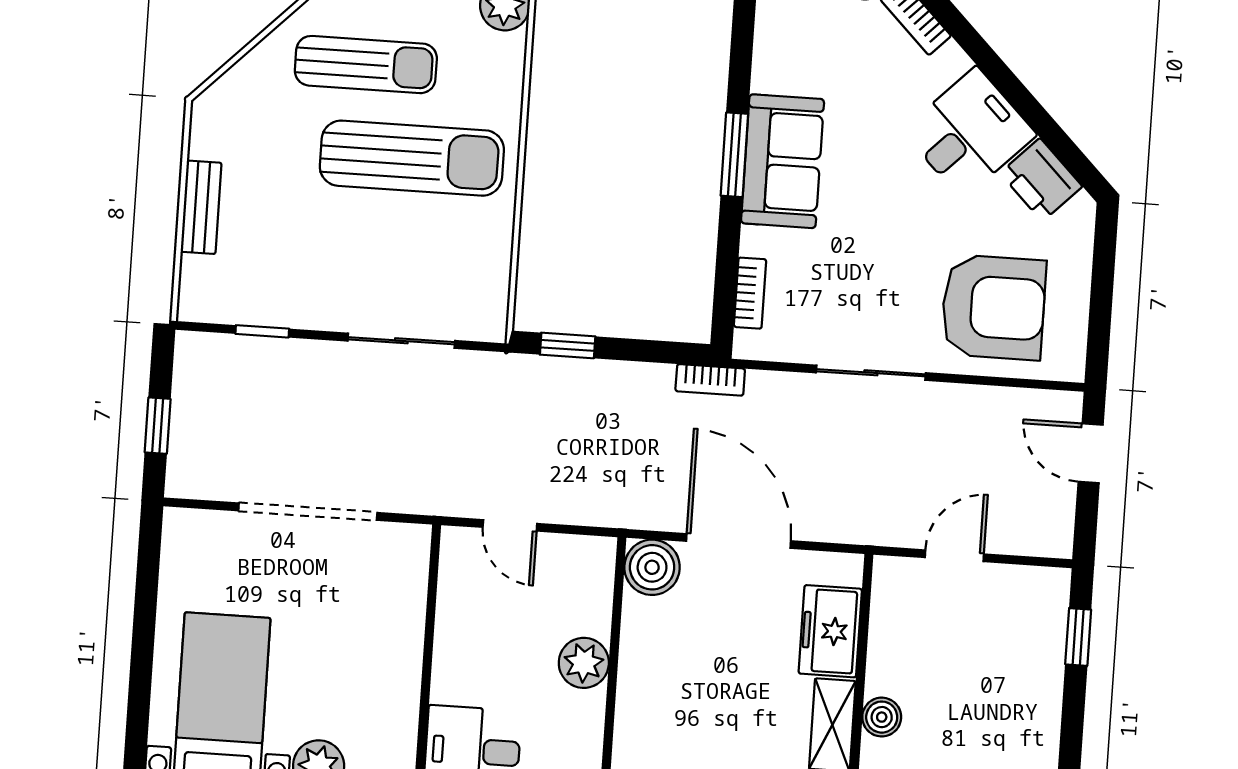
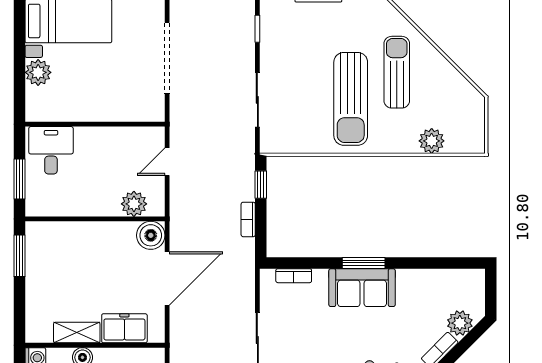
sun lounger: (366, 65) -> (397, 72), turned 180
bookcase: (710, 380) -> (248, 219), moved
plant: (584, 663) -> (134, 204), moved

